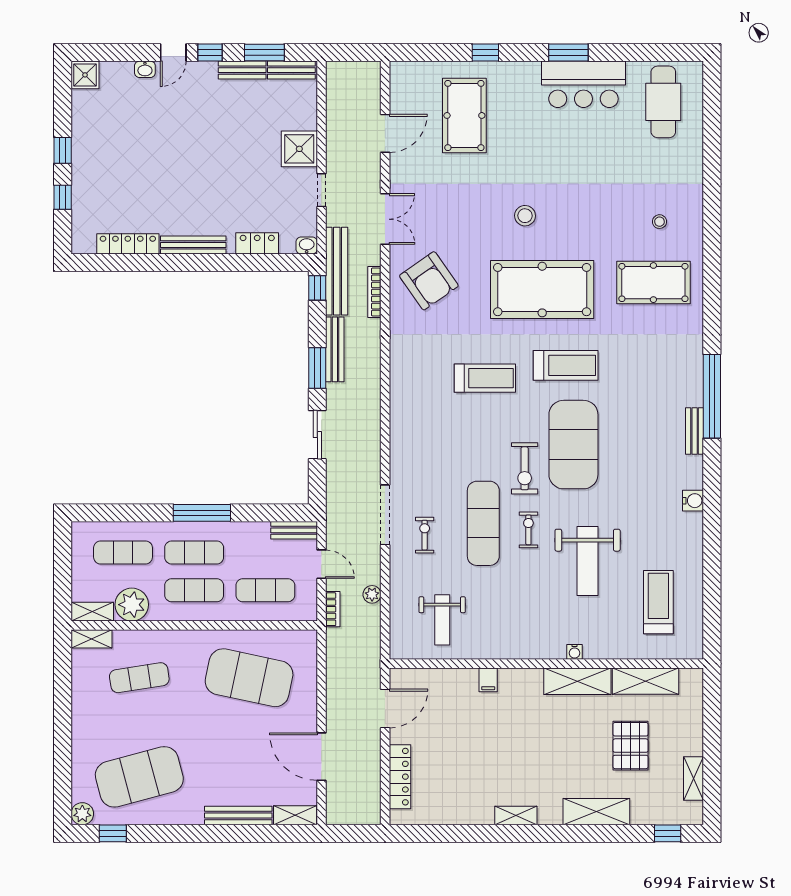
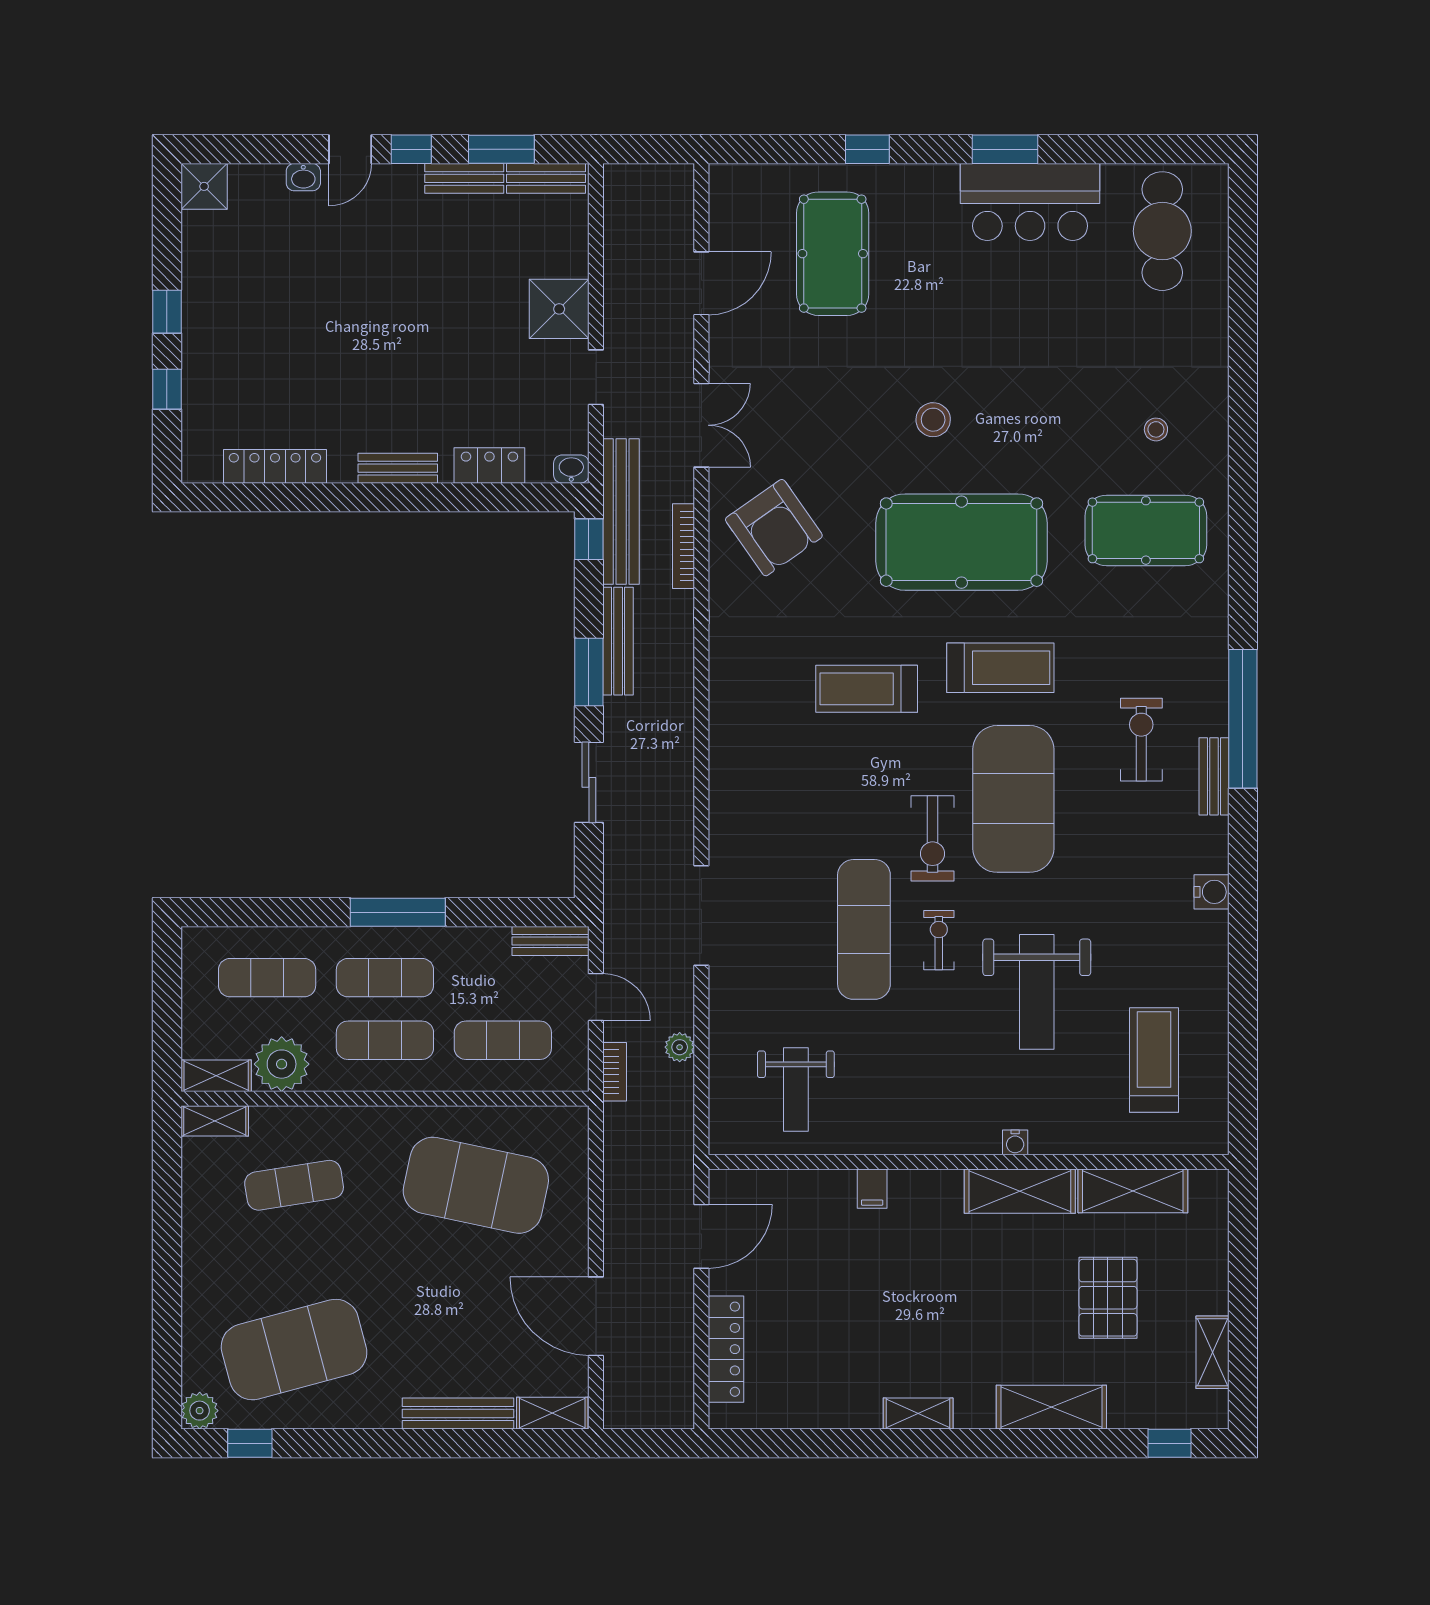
bench: (193, 245) -> (398, 468), width x0.73
treadmill: (485, 378) -> (867, 689), turned 180
exercise bike: (425, 535) -> (1141, 740), moved, width x1.38, depth x1.39

